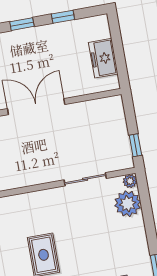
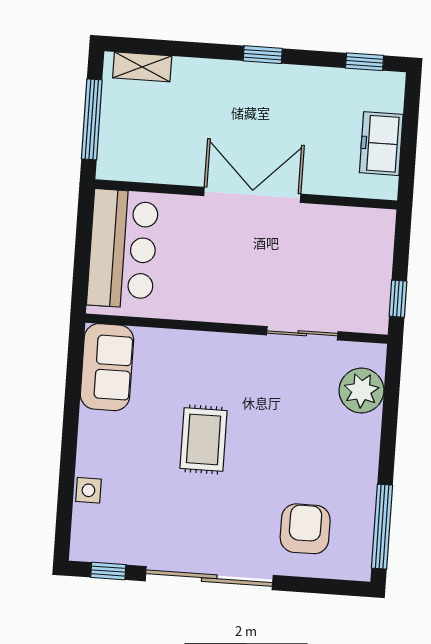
window: (63, 17) -> (365, 62), moved
plant: (130, 181) -> (375, 355), removed

